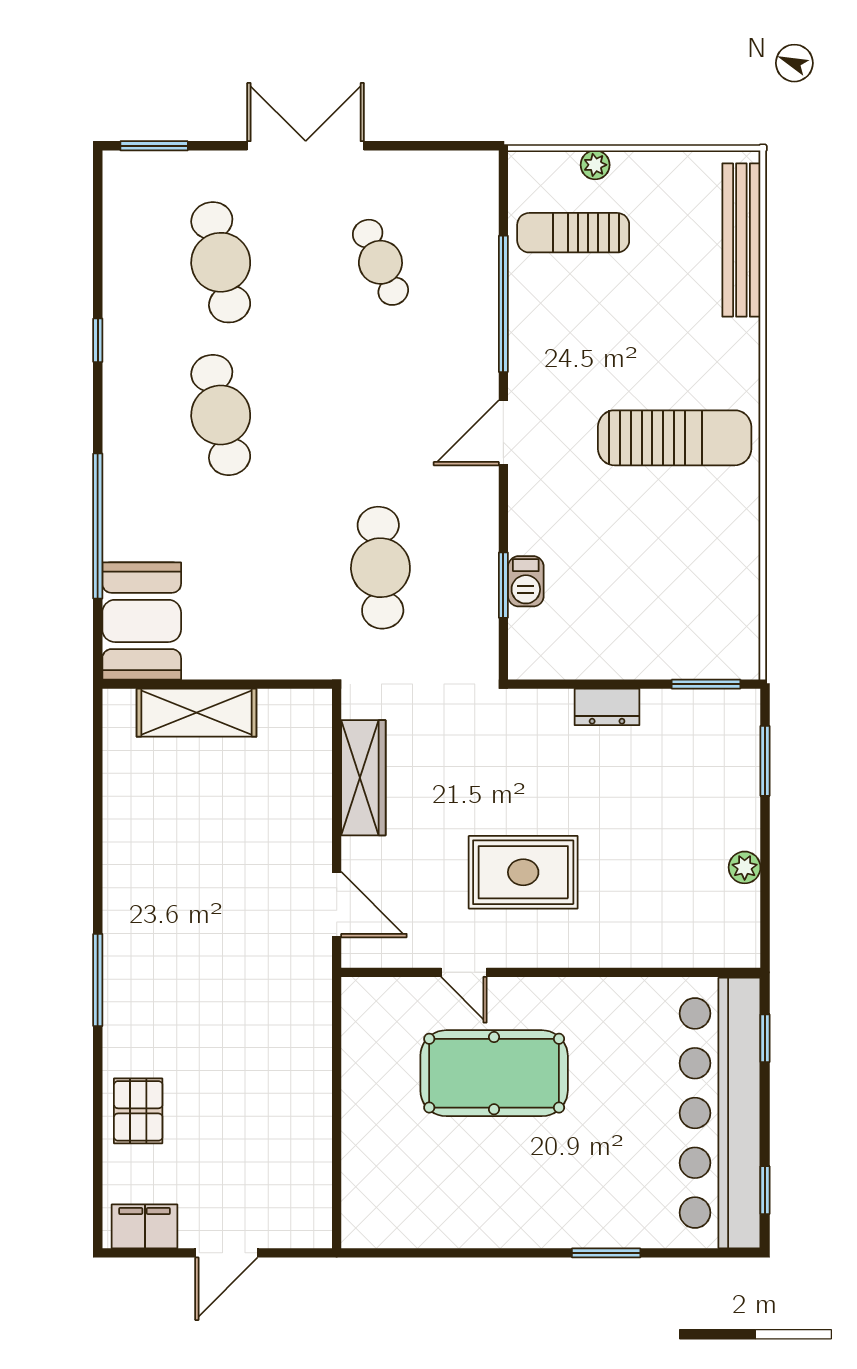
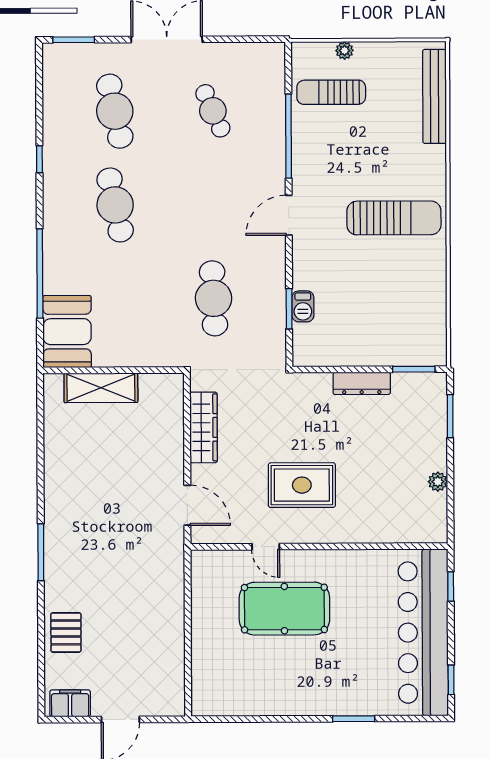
dresser: (607, 707) -> (362, 383), width x1.44

